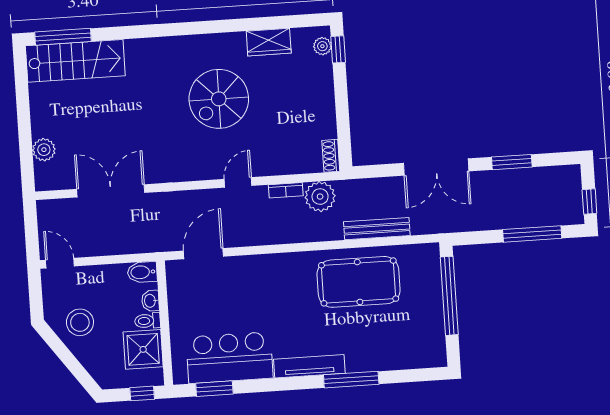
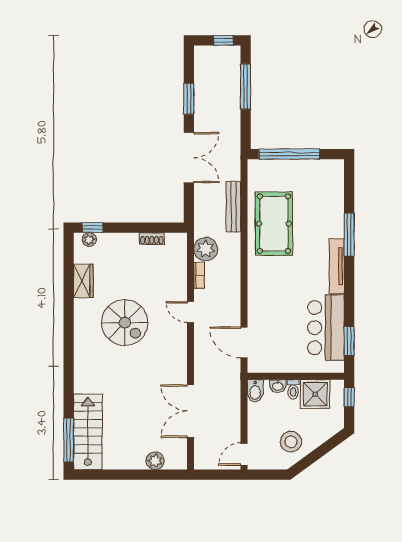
shoe rack: (331, 156) -> (152, 239), moved

